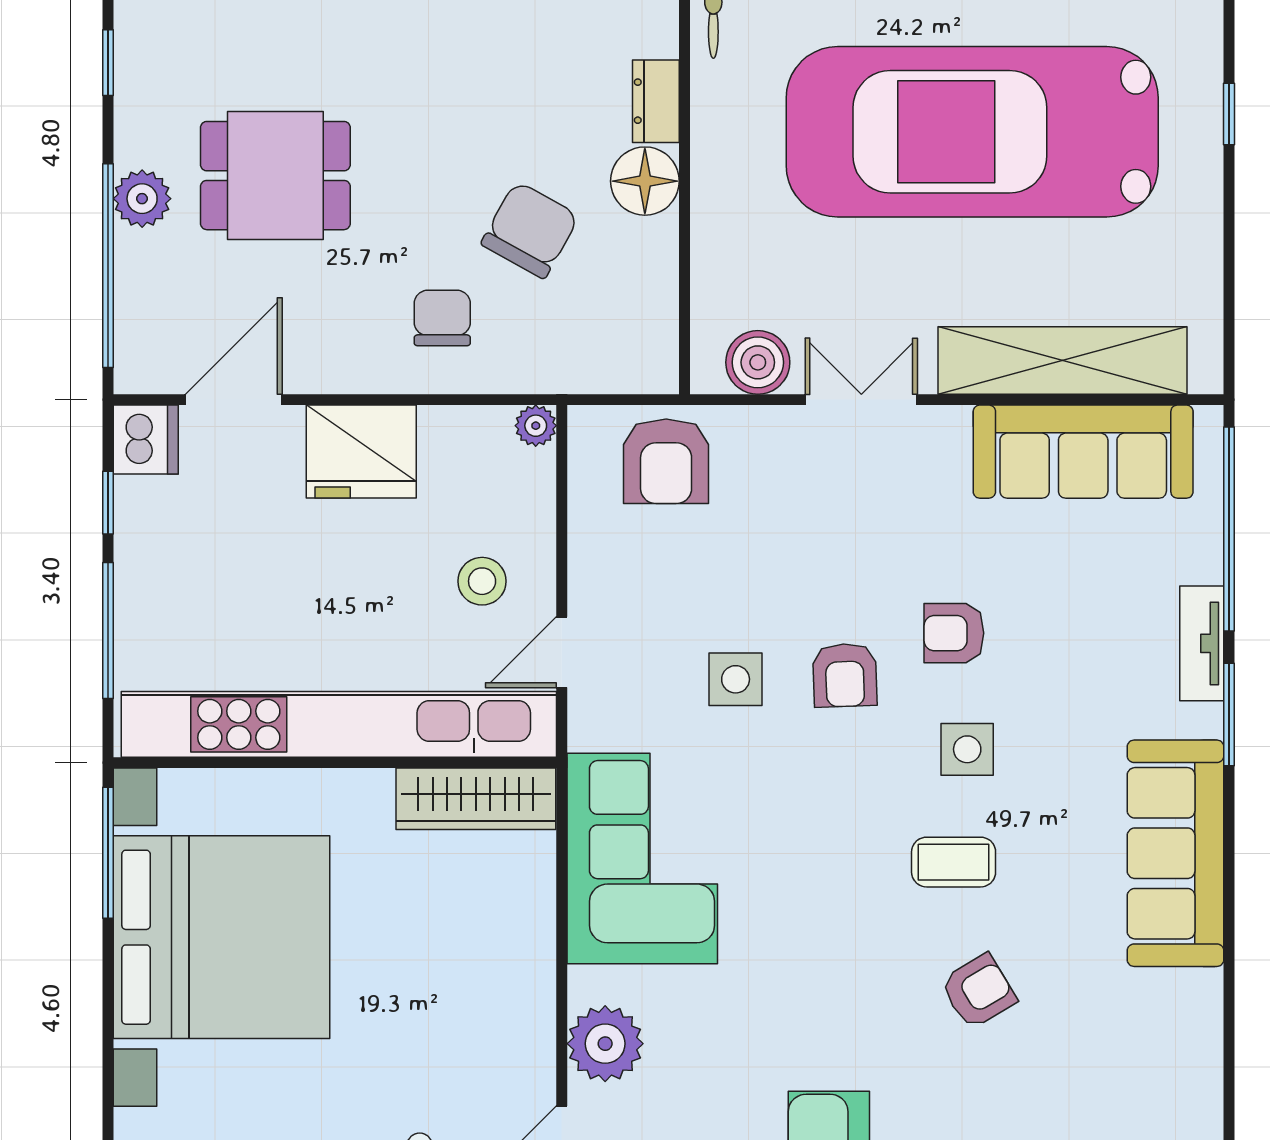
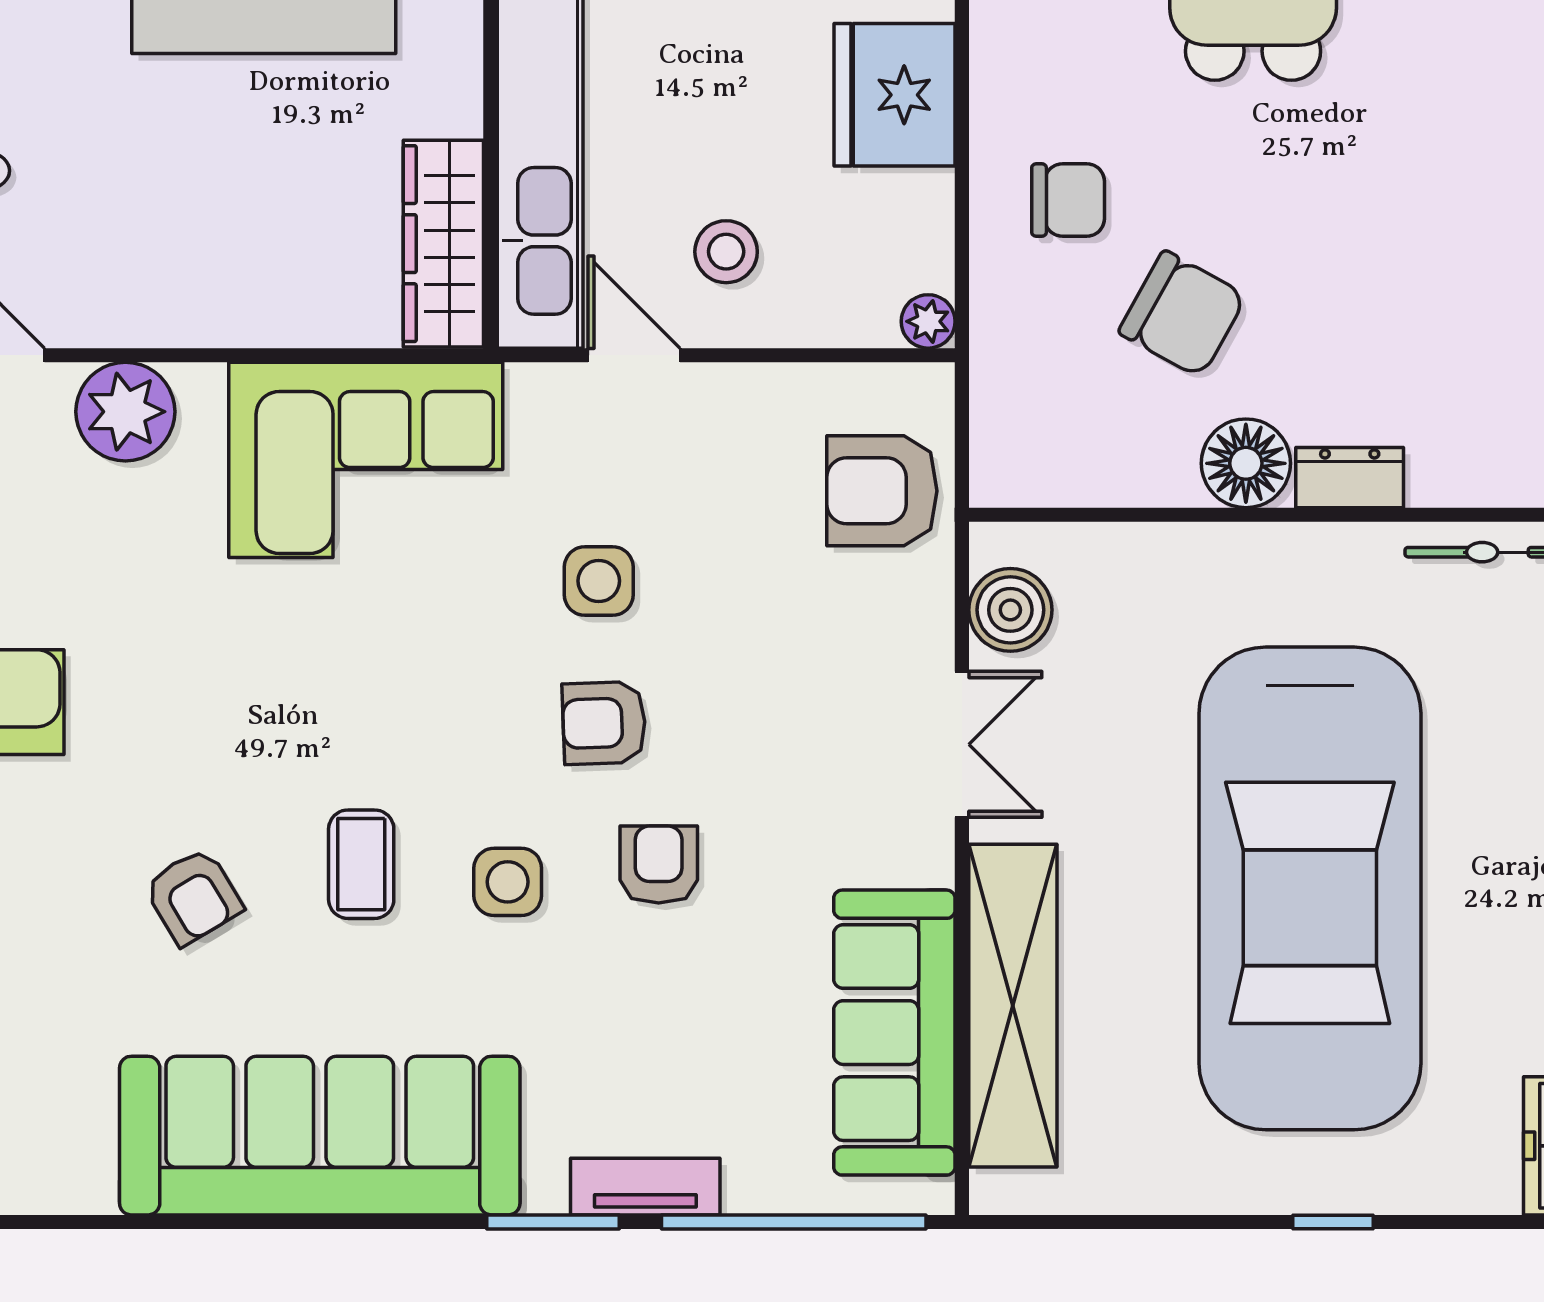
car: (972, 132) -> (1310, 888), turned 180
sofa: (1176, 853) -> (320, 1136), width x1.36, depth x1.27

